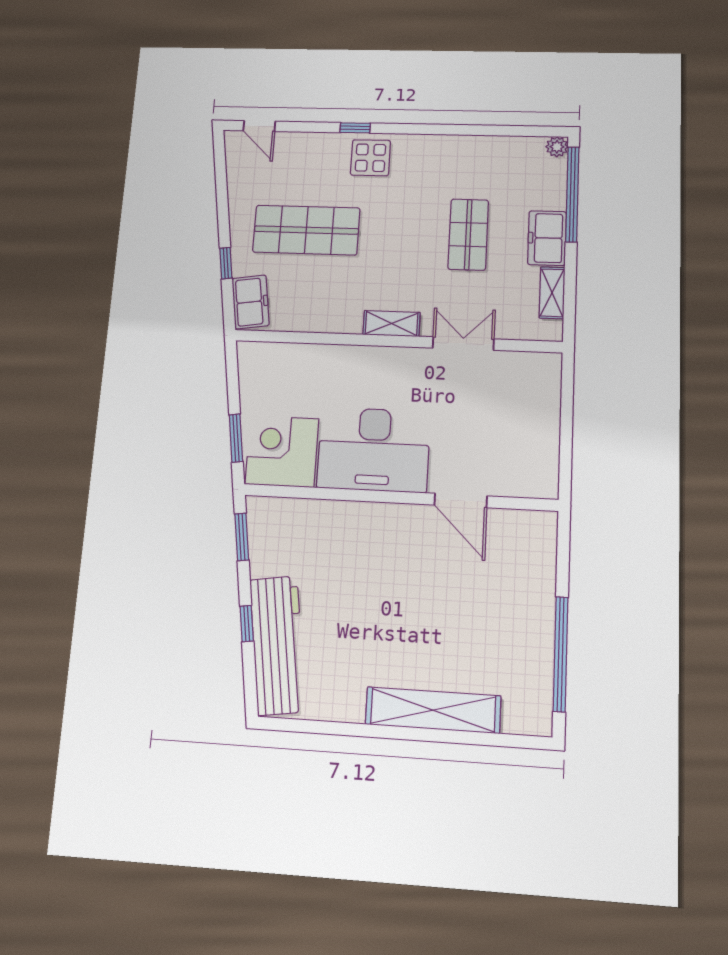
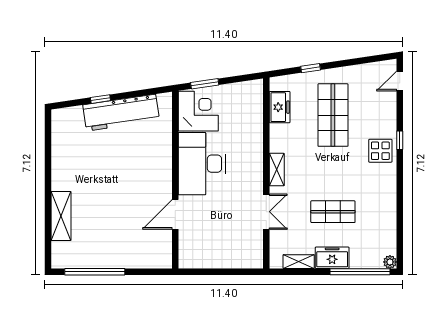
freezer: (251, 302) -> (280, 107), moved, turned -82
window: (242, 537) -> (148, 92), removed
workbench: (278, 645) -> (121, 113), moved
shelving: (433, 710) -> (61, 216), width x0.68

